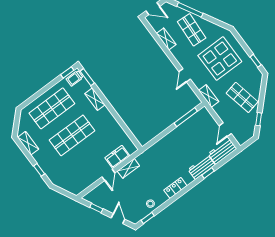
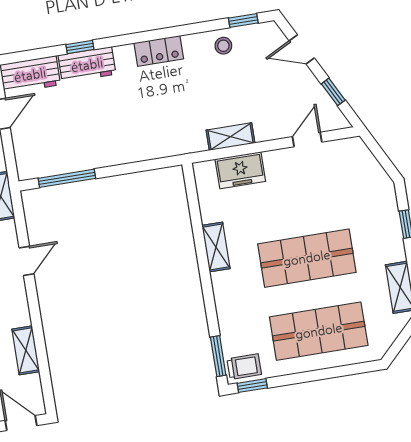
shelving: (95, 99) -> (216, 247), moved
door: (108, 175) -> (307, 139), moved
door: (118, 219) -> (302, 49), hinge flipped

